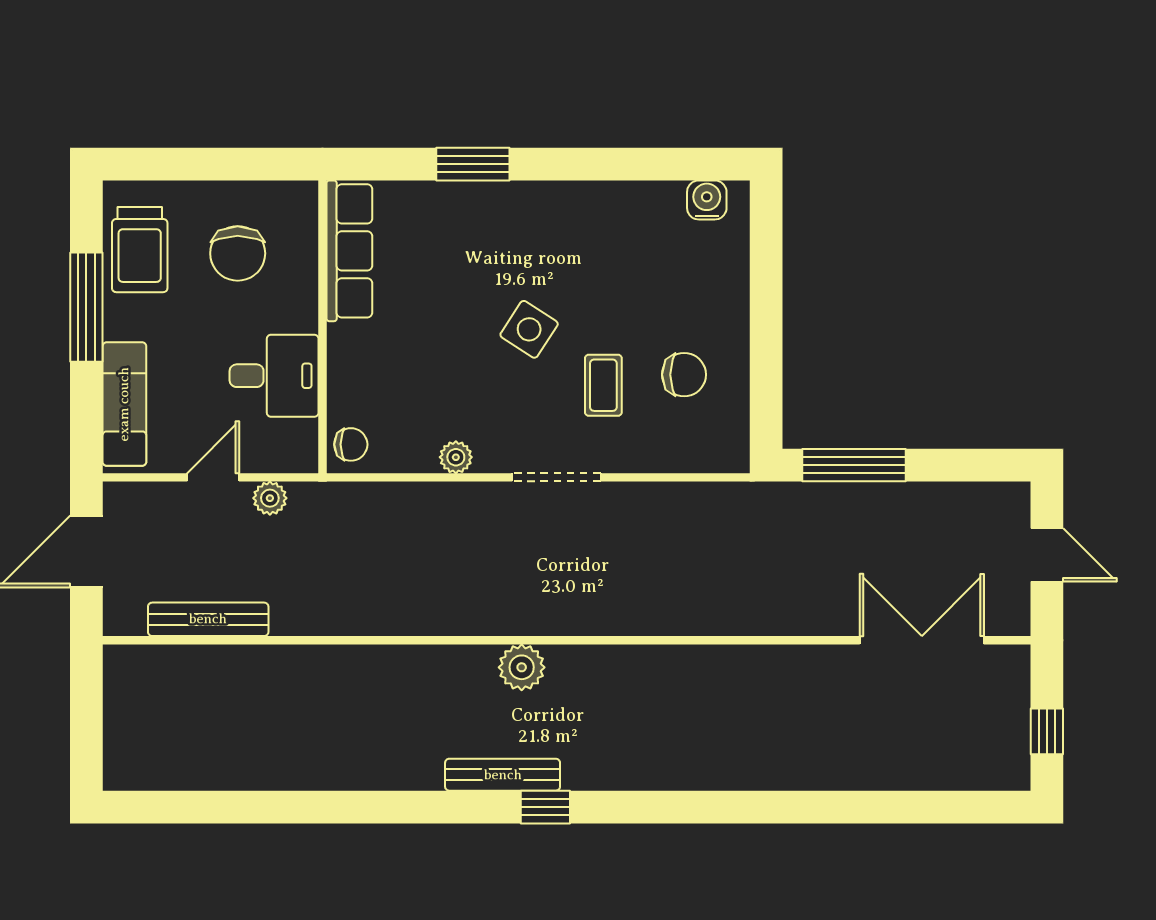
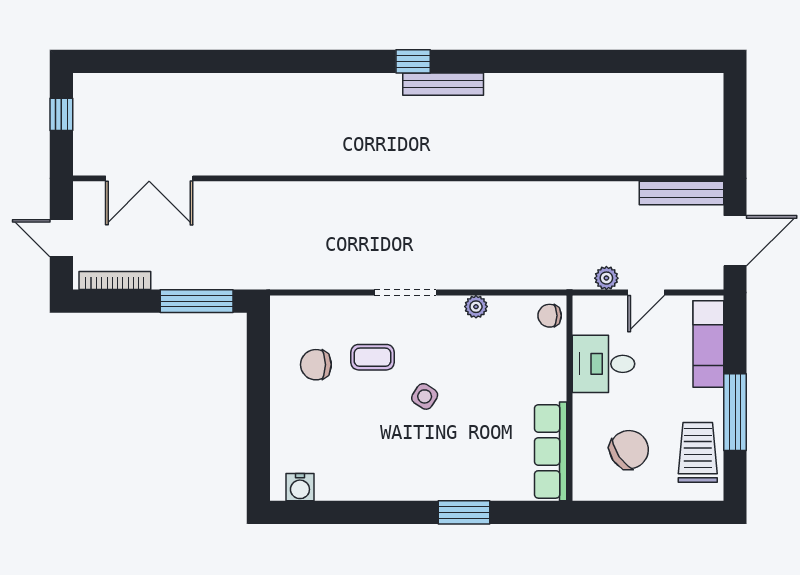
chair: (238, 253) -> (629, 450), turned 56
side table: (529, 329) -> (425, 396), width x0.73, depth x0.73
coffee table: (603, 385) -> (372, 357), turned 90
bookcase: (971, 495) -> (115, 281), added
bench: (208, 619) -> (682, 193), moved
plant: (522, 667) -> (430, 159), removed

